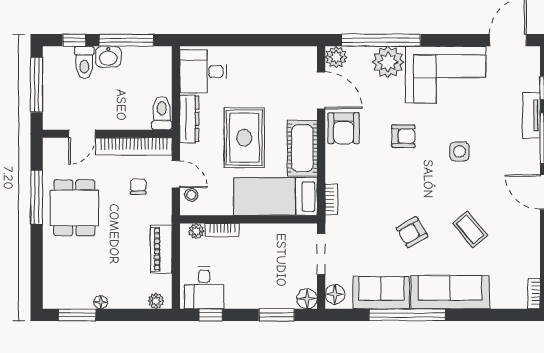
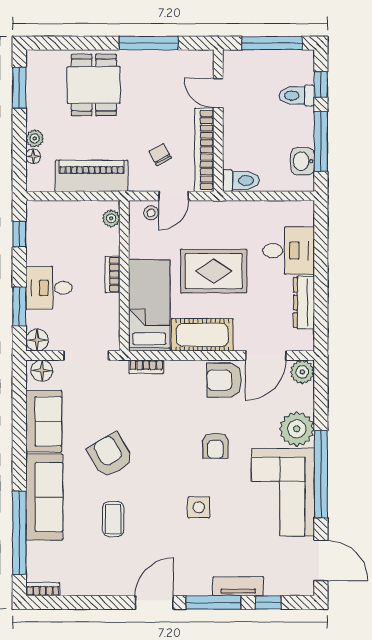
window: (381, 40) -> (321, 474), moved
washbasin: (108, 57) -> (303, 161), moved
desk: (203, 71) -> (289, 251), moved, turned 90
dresser: (189, 119) -> (304, 303), moved, turned 90
chair: (138, 187) -> (160, 155), turned -118
dining table: (74, 208) -> (94, 85), moved, turned 90
coffee table: (470, 229) -> (113, 519), turned -50
bookcase: (222, 230) -> (113, 274), moved
armchair: (412, 232) -> (110, 455), width x1.38, depth x1.38
piano: (161, 249) -> (92, 176), width x1.37, depth x1.33
desk: (204, 288) -> (49, 288), moved
plant: (156, 301) -> (35, 138), moved
floor lamp: (101, 302) -> (33, 156), moved
window: (407, 315) -> (19, 533), moved

